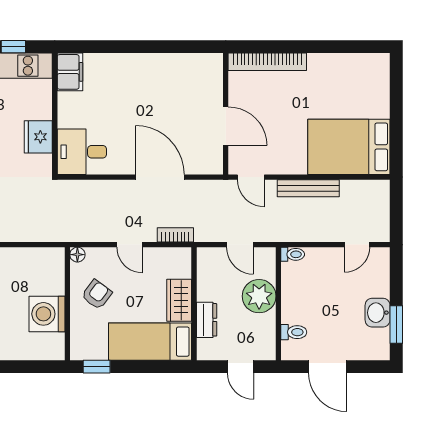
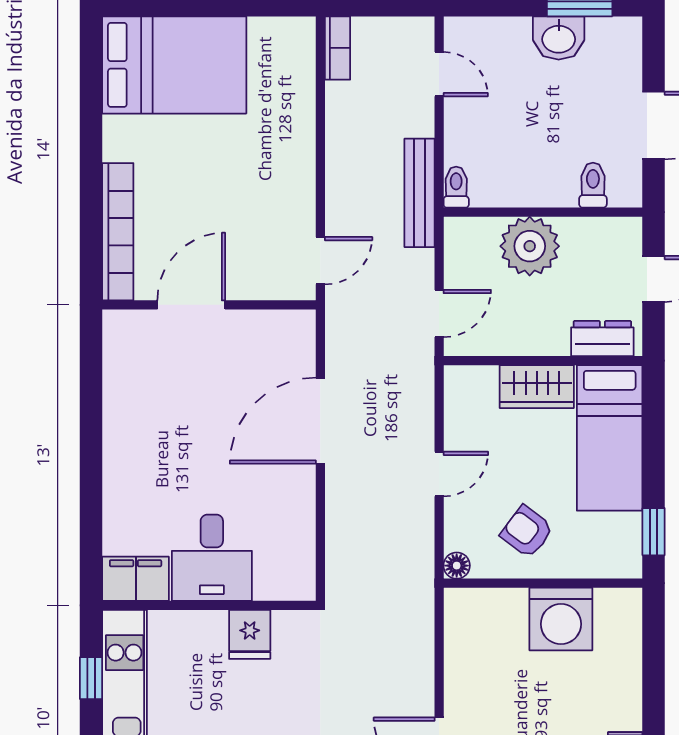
door: (226, 126) -> (191, 305), moved
fridge: (38, 137) -> (250, 634), width x0.72
bed: (349, 147) -> (174, 65), moved, turned -90
desk: (82, 152) -> (212, 558), moved
bench: (308, 188) -> (419, 193), moved
bookcase: (175, 235) -> (338, 48), moved, turned 180
door: (240, 245) -> (439, 314), moved
dresser: (207, 320) -> (602, 339), moved

